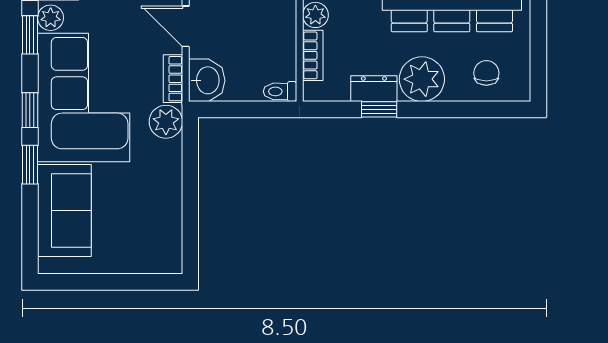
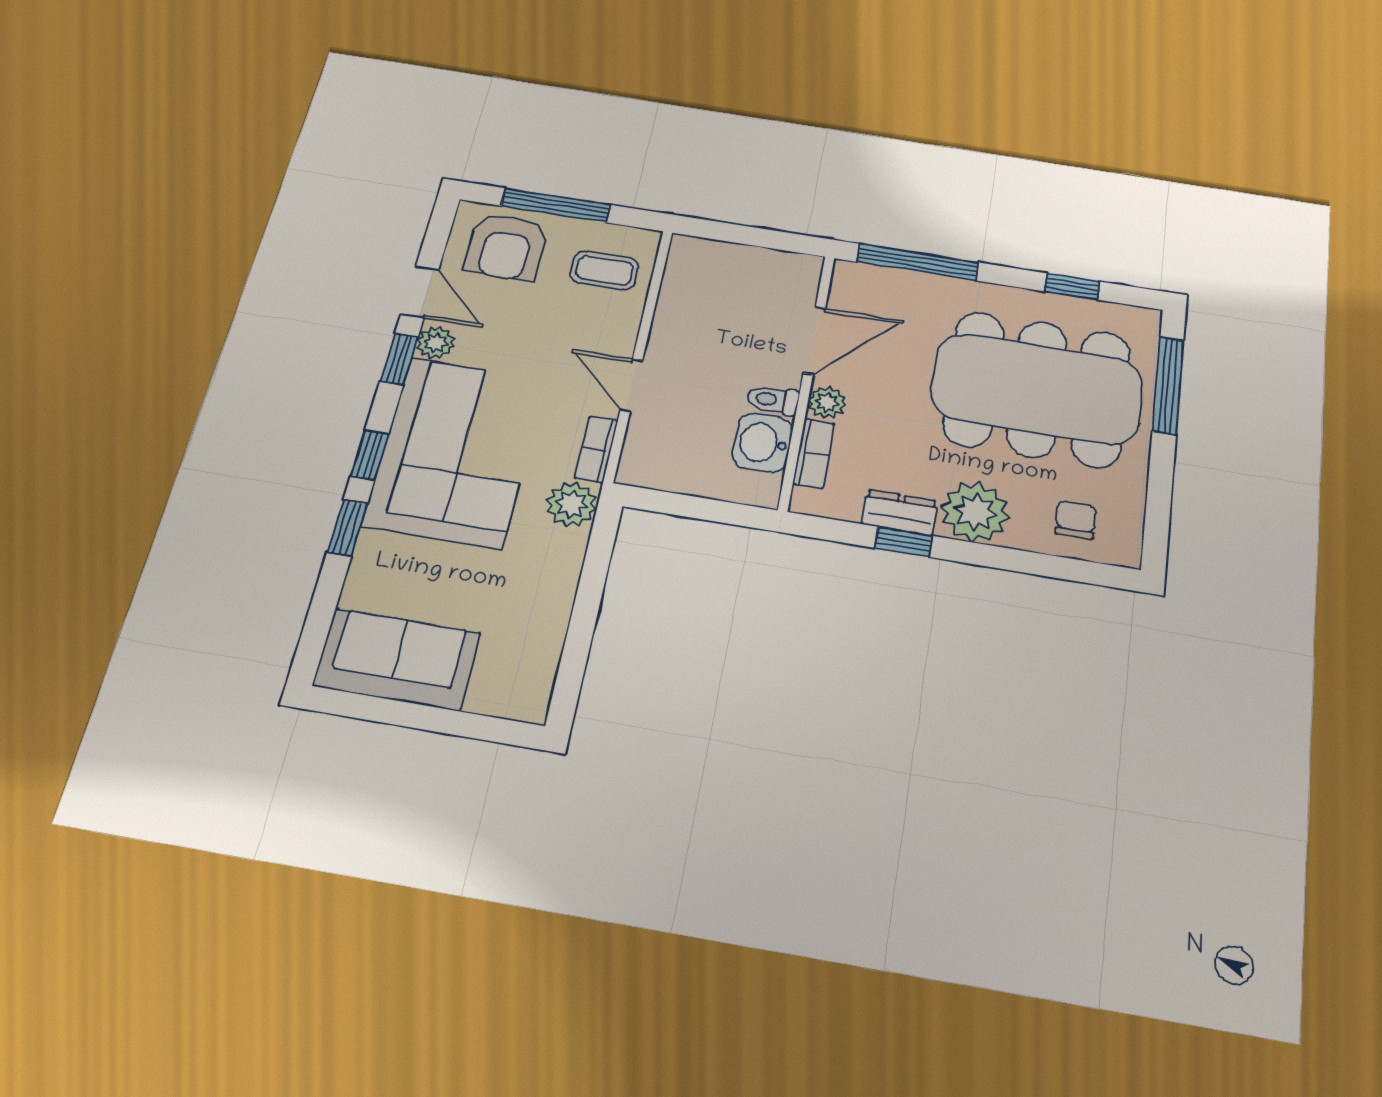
washbasin: (207, 80) -> (762, 443), moved, turned 180
toilet: (280, 91) -> (773, 400), moved
sofa: (64, 210) -> (397, 659), moved, turned -90

